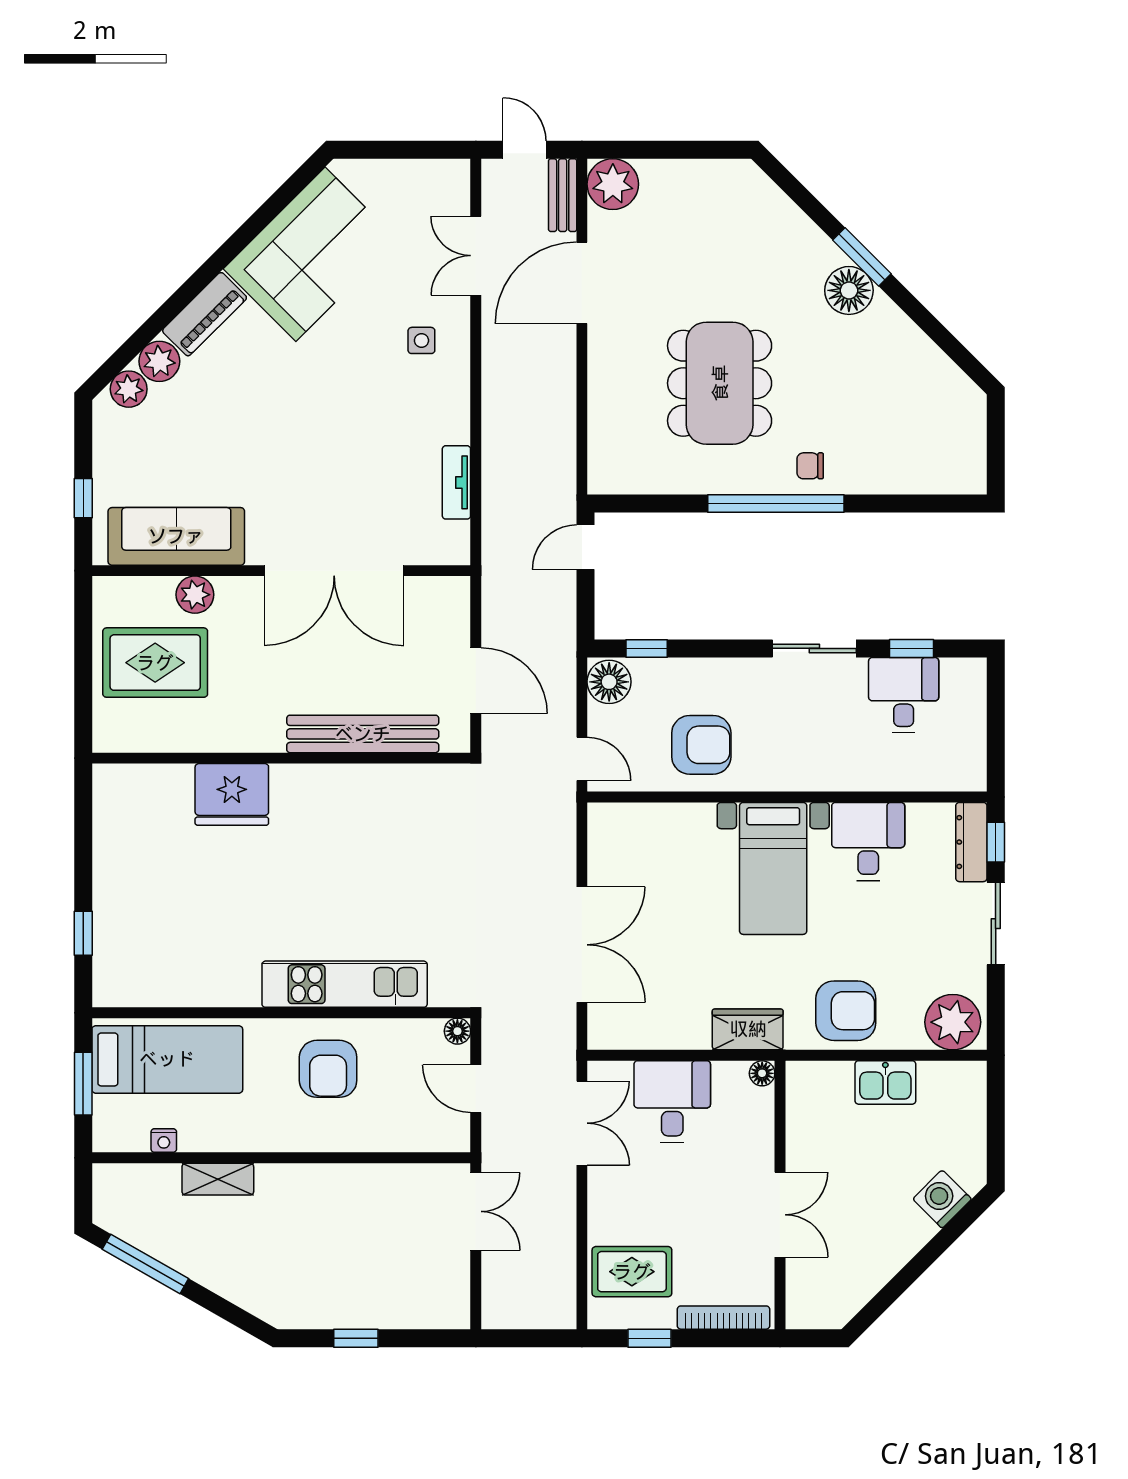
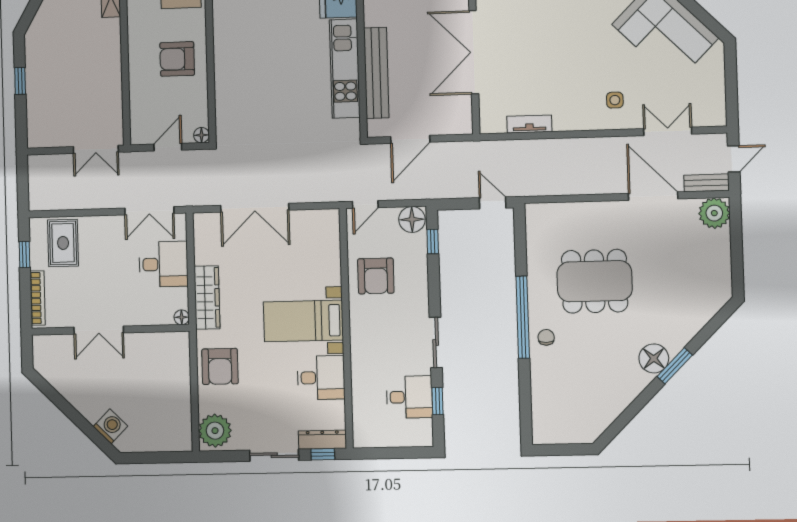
kitchen unit: (345, 984) -> (345, 69), moved, turned 180
wardrobe: (748, 1029) -> (207, 298), width x1.50
kitchen sink: (885, 1082) -> (178, 391), removed

